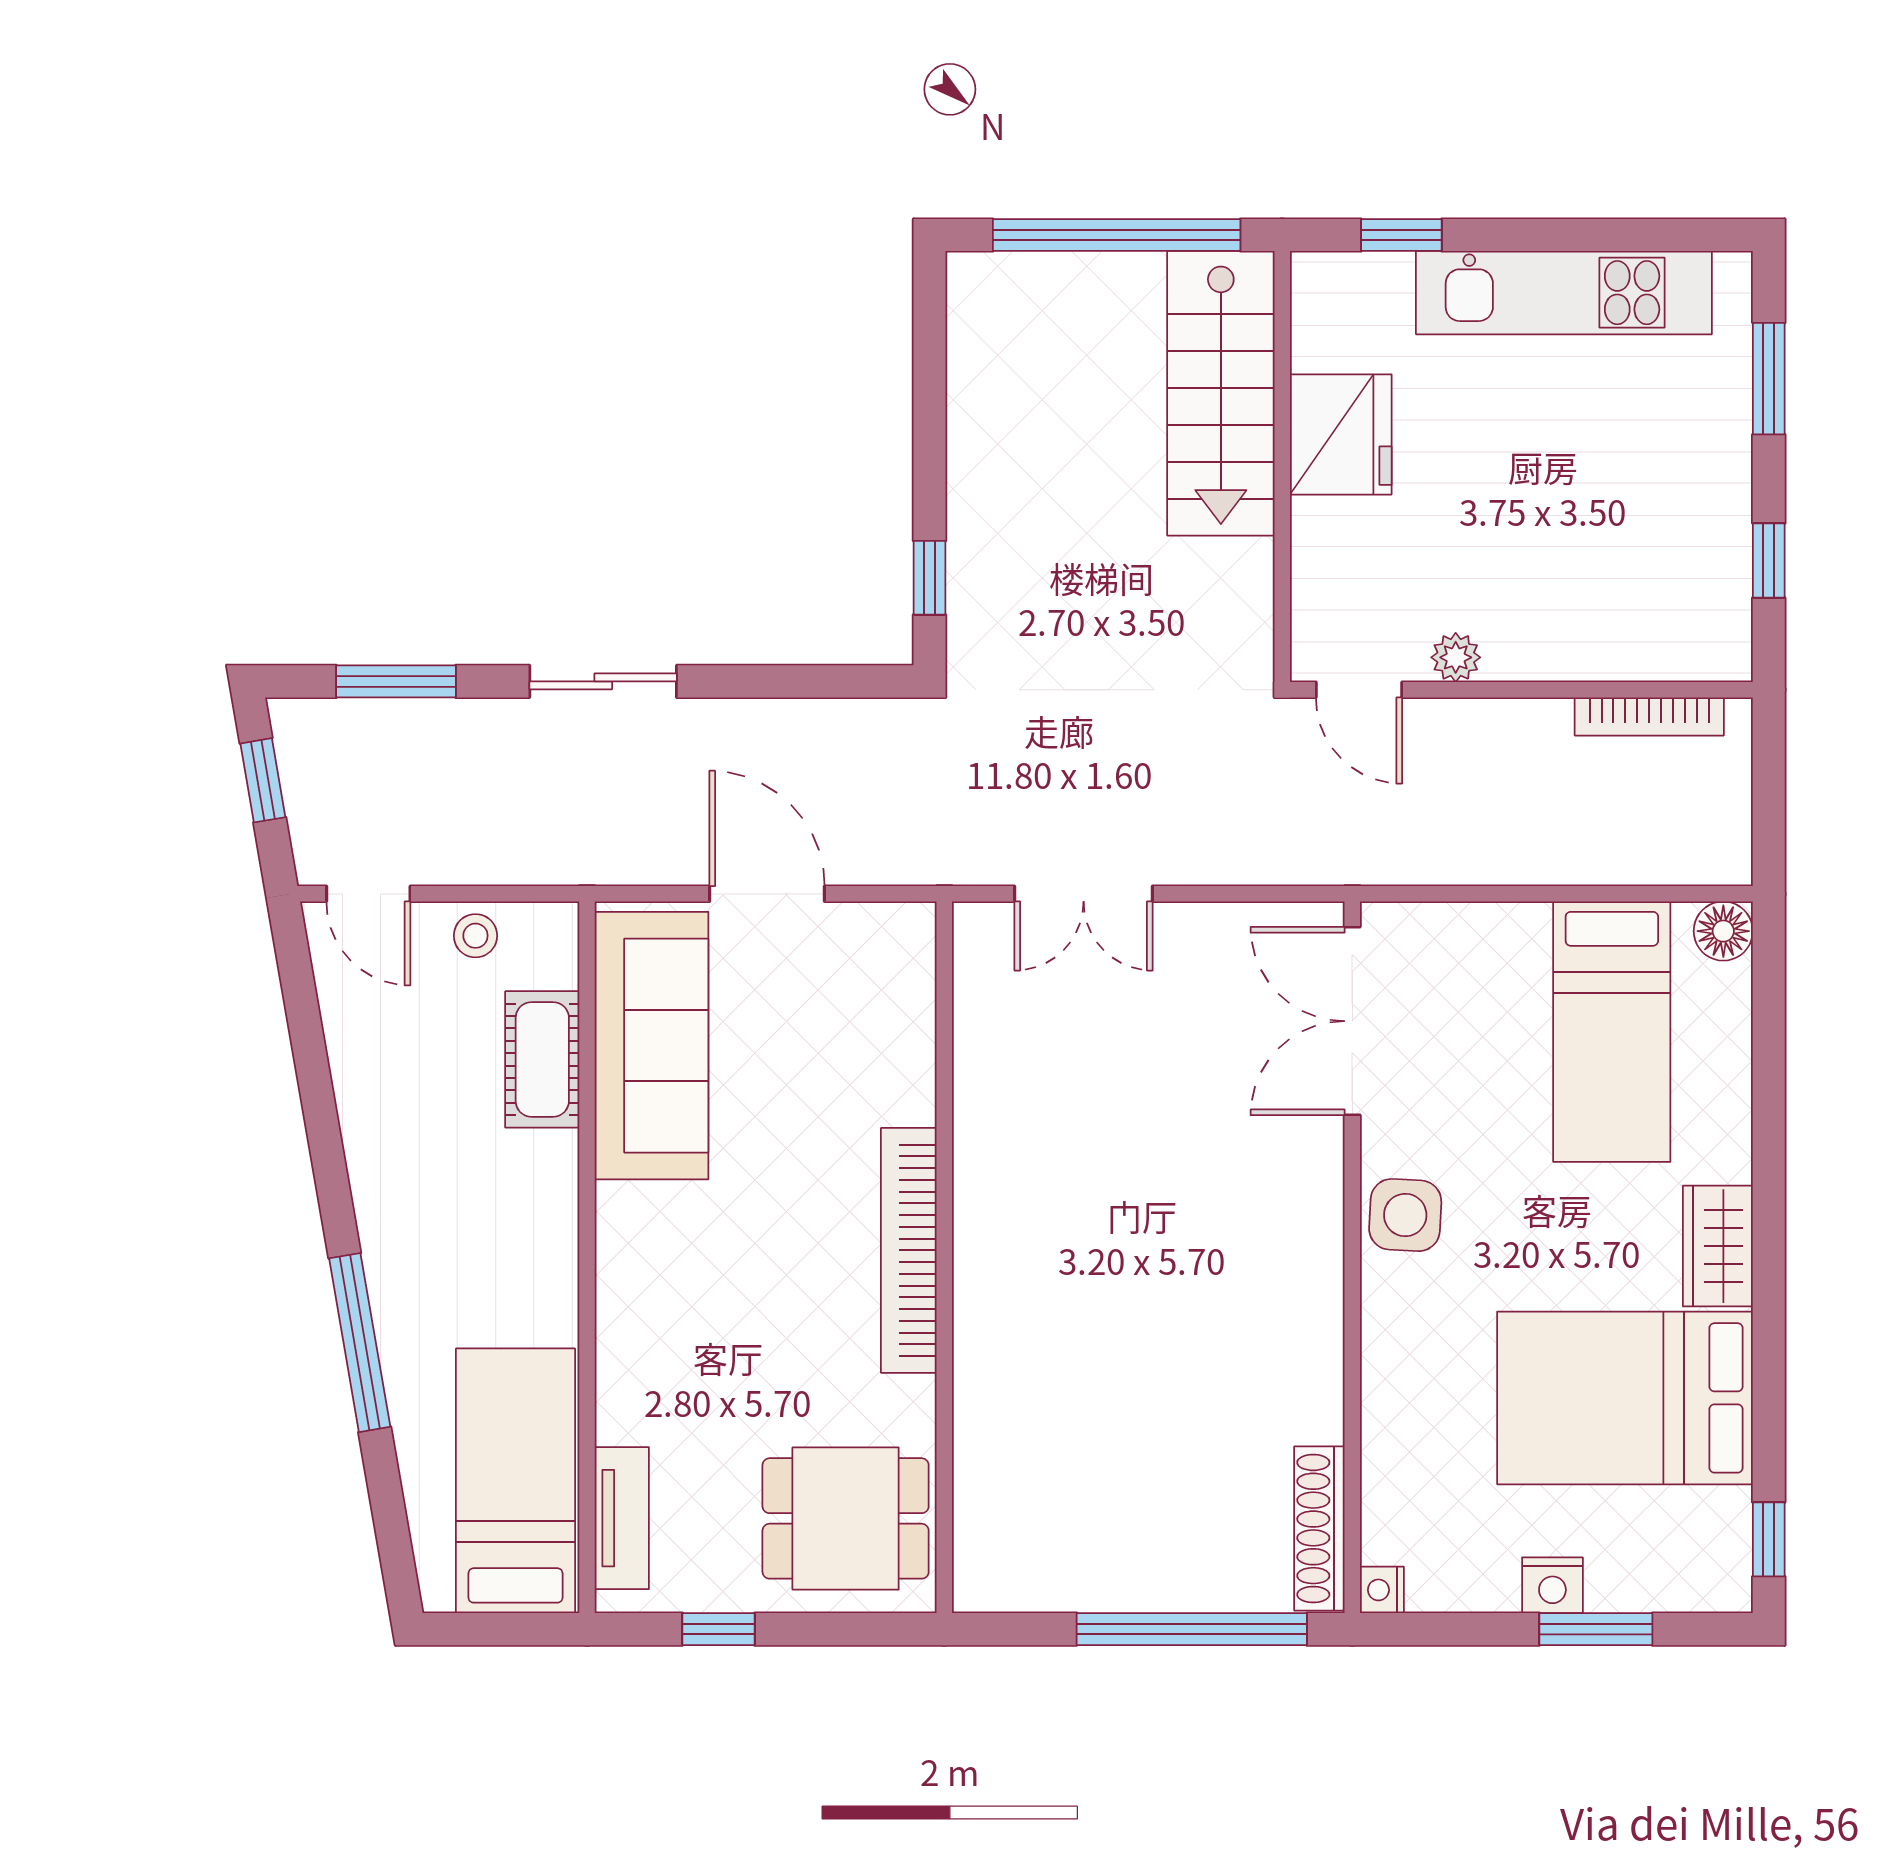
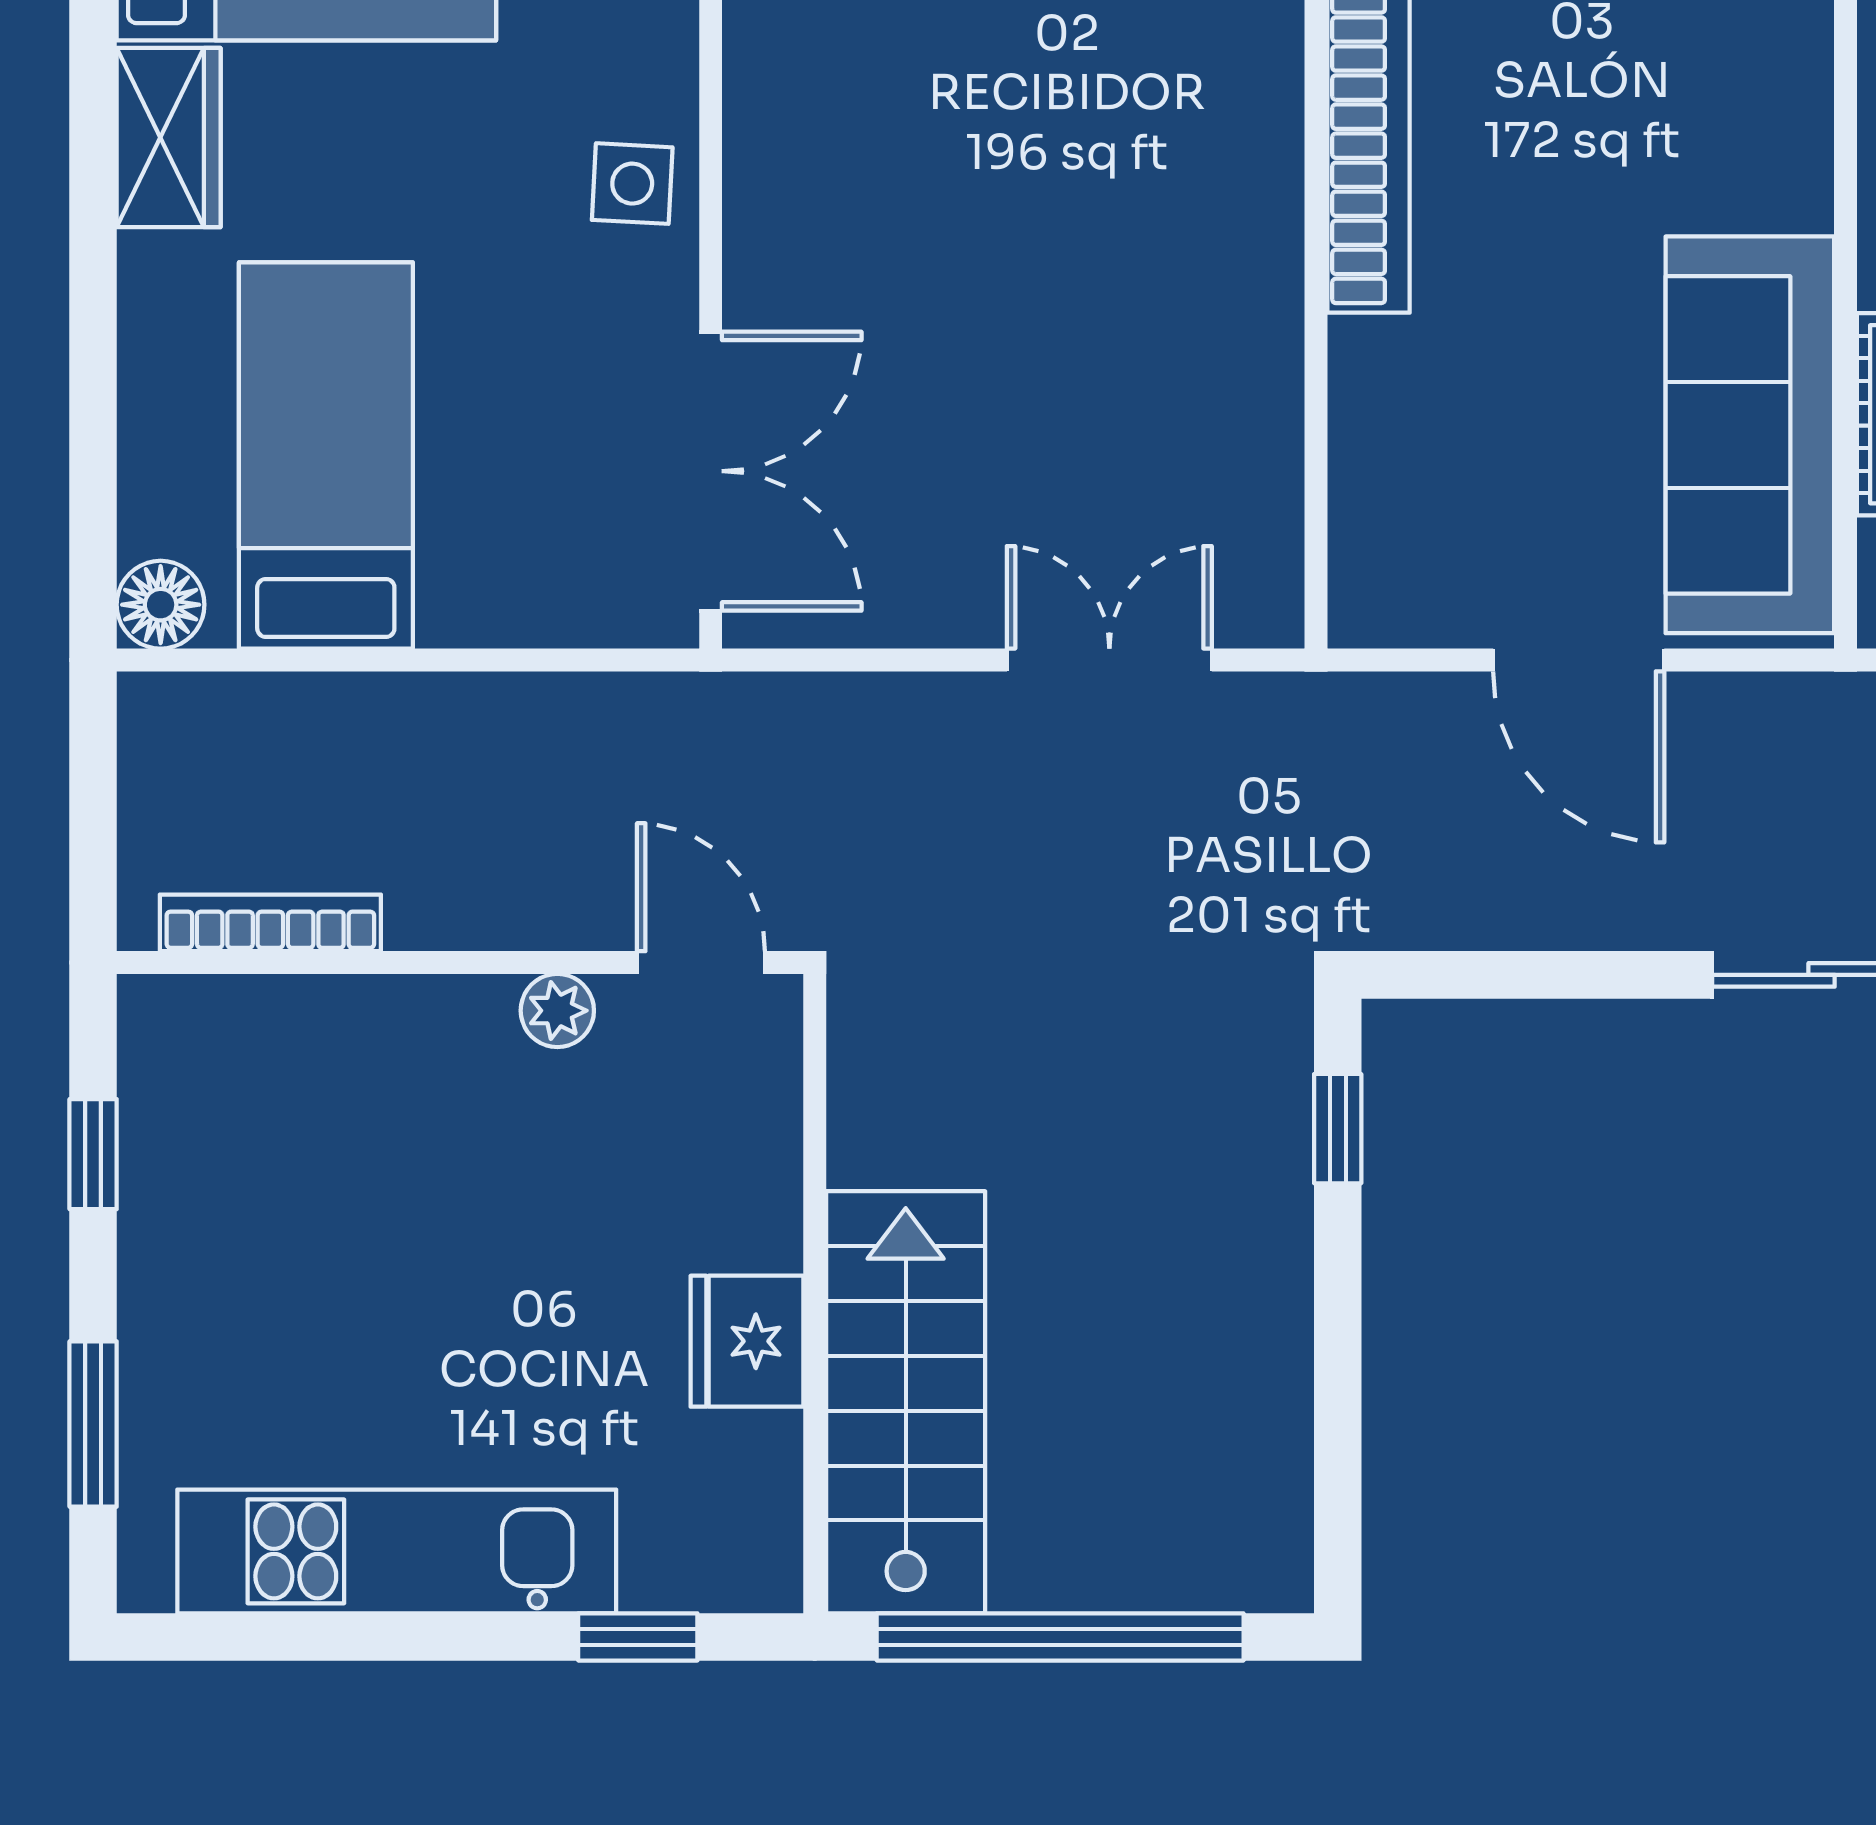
fridge: (1341, 434) -> (747, 1341), width x0.73, depth x0.75
side table: (1405, 1215) -> (632, 184), width x0.73, depth x0.73

